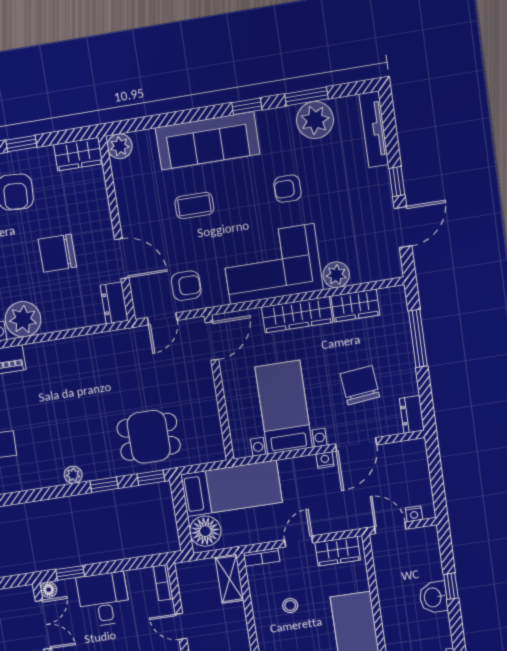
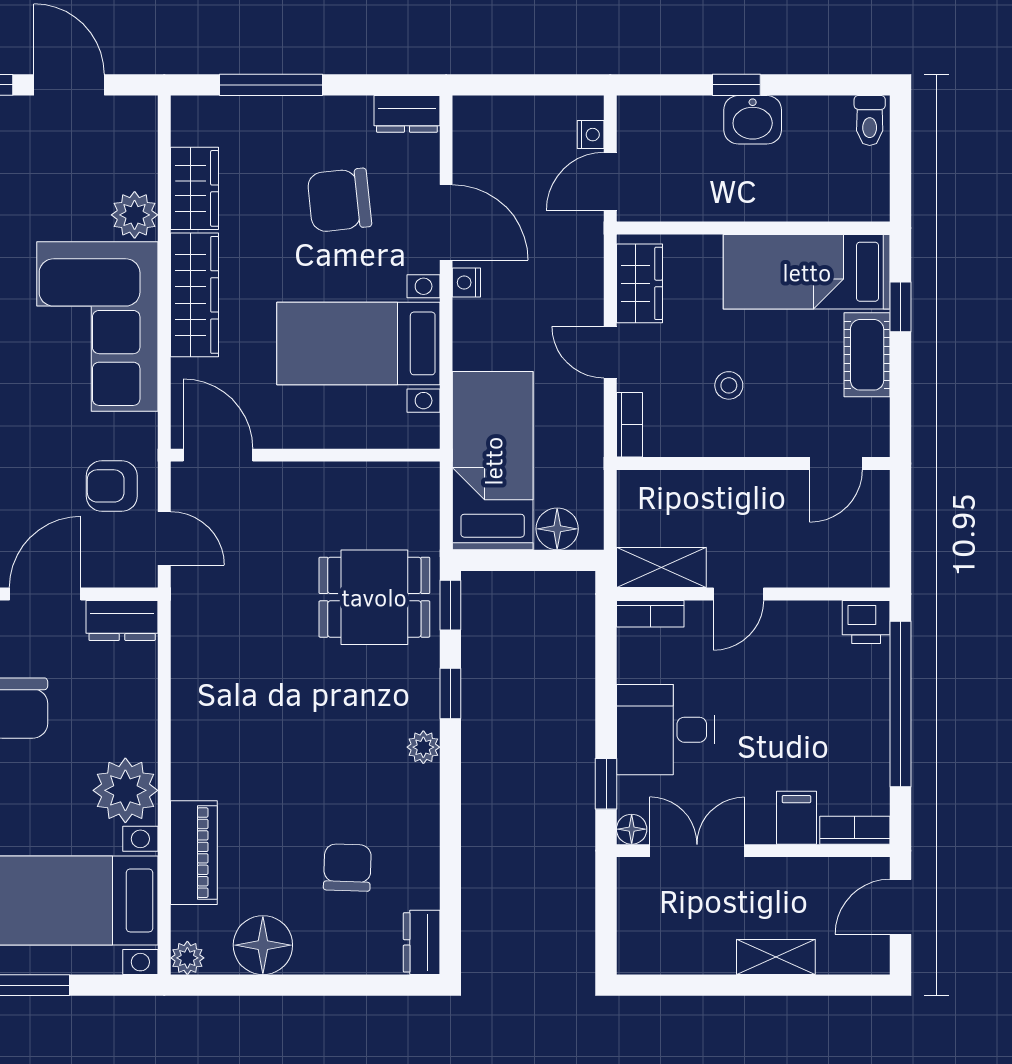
armchair: (186, 286) -> (112, 486), turned -90
dining table: (149, 437) -> (374, 597), turned 90
floor lamp: (205, 531) -> (557, 529), width x0.73, depth x0.73
shelving: (229, 579) -> (661, 567), moved

